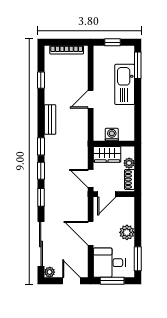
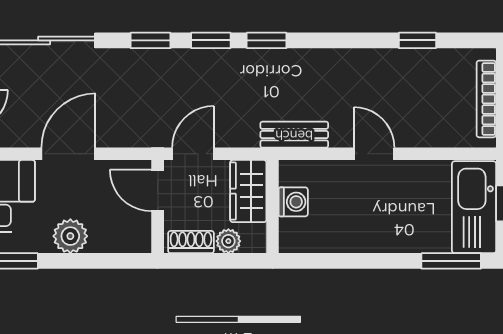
kitchen sink: (125, 84) -> (474, 207), moved, turned -90
bench: (50, 119) -> (294, 135), moved

